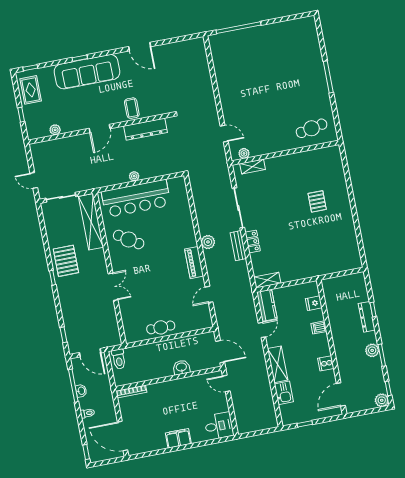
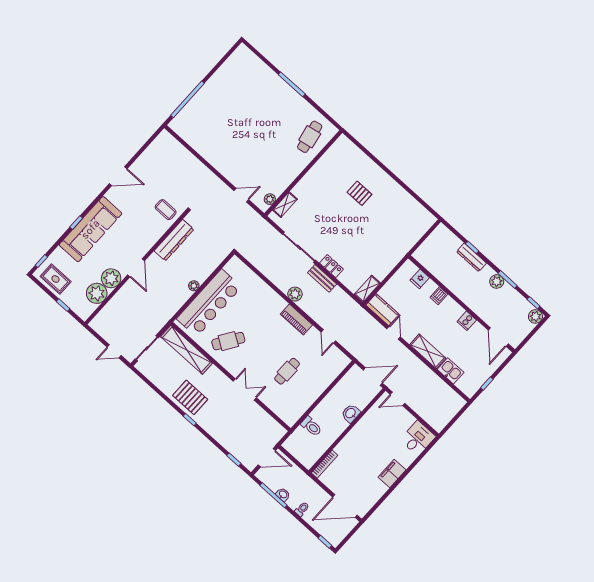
coffee table: (132, 108) -> (166, 210), moved
plant: (74, 122) -> (111, 278), added
plant: (55, 130) -> (97, 293), width x1.88, depth x1.88
cafe table: (161, 327) -> (287, 371), moved
toilet: (119, 359) -> (311, 426), moved

